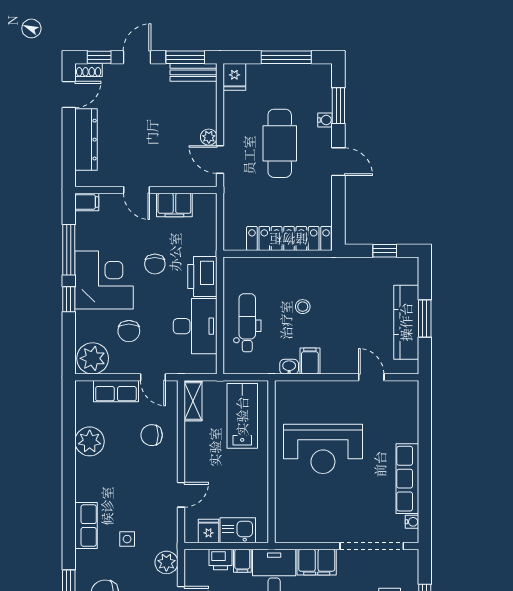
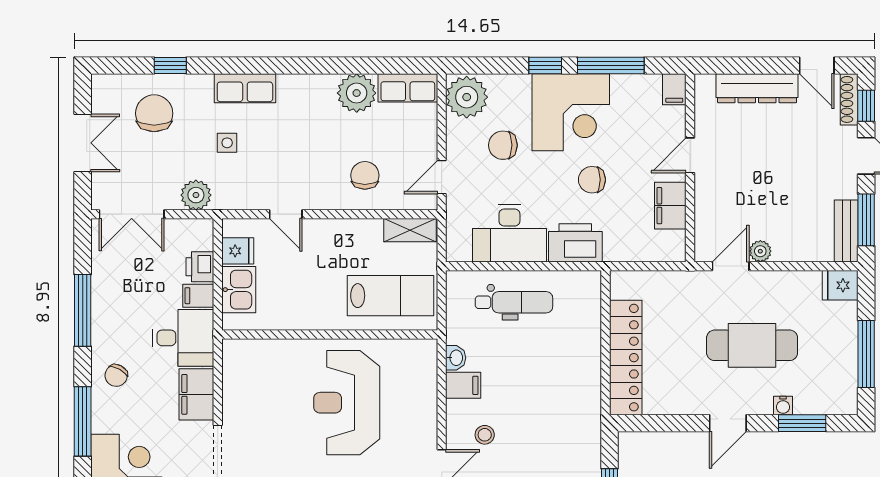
shoe rack: (89, 70) -> (849, 99), width x1.43
stool: (303, 307) -> (485, 435), moved
row of seats: (116, 391) -> (408, 88), moved, turned -90

